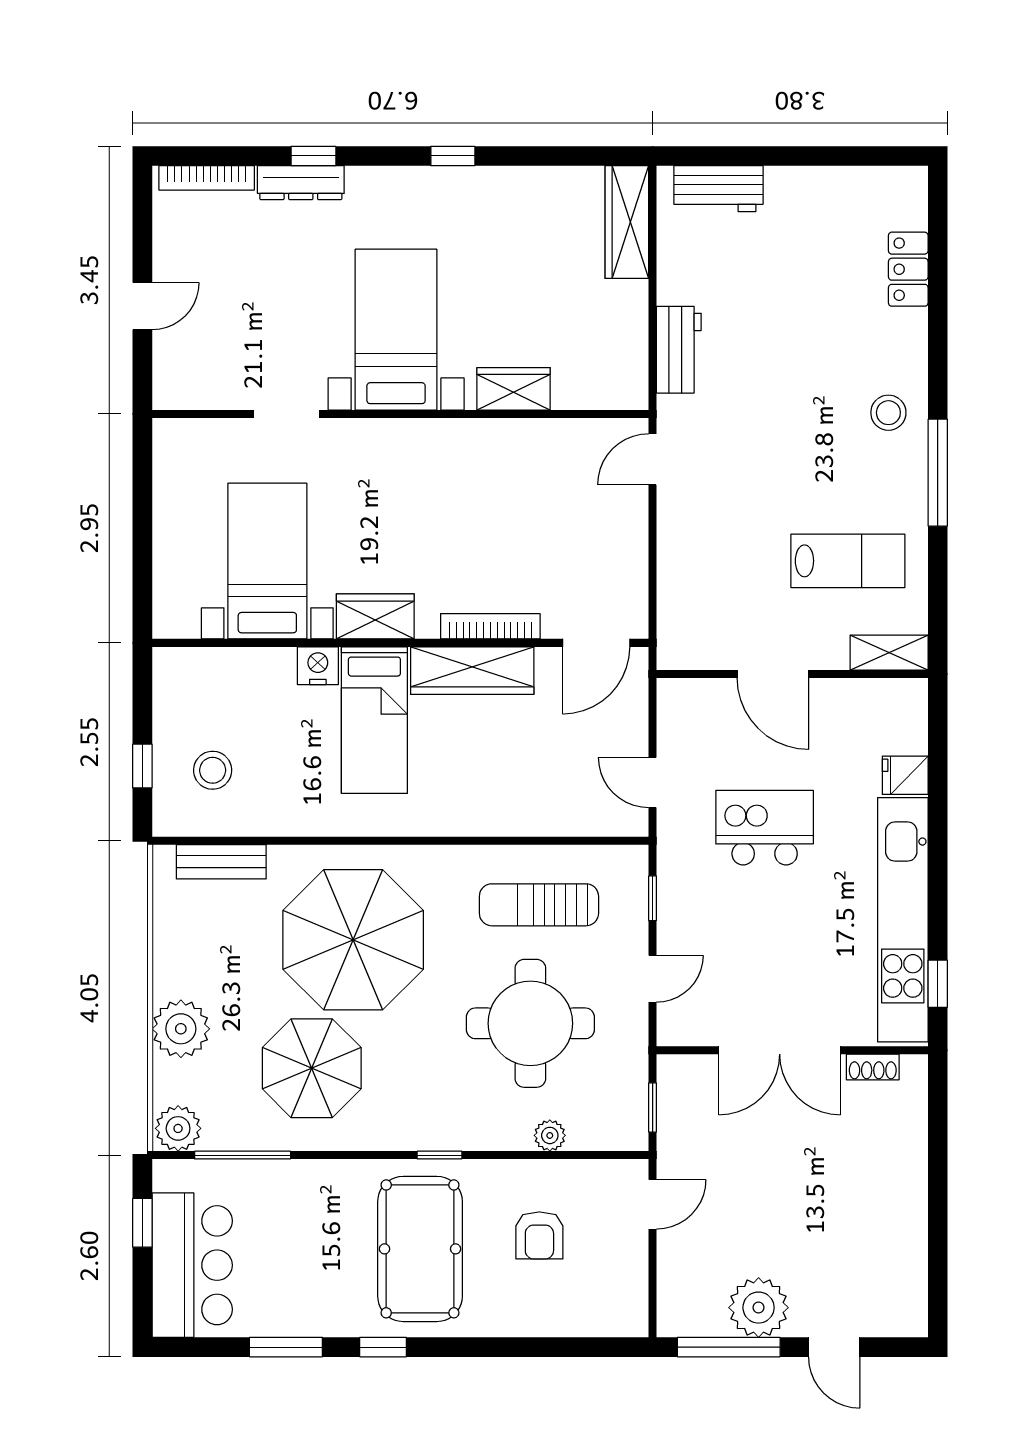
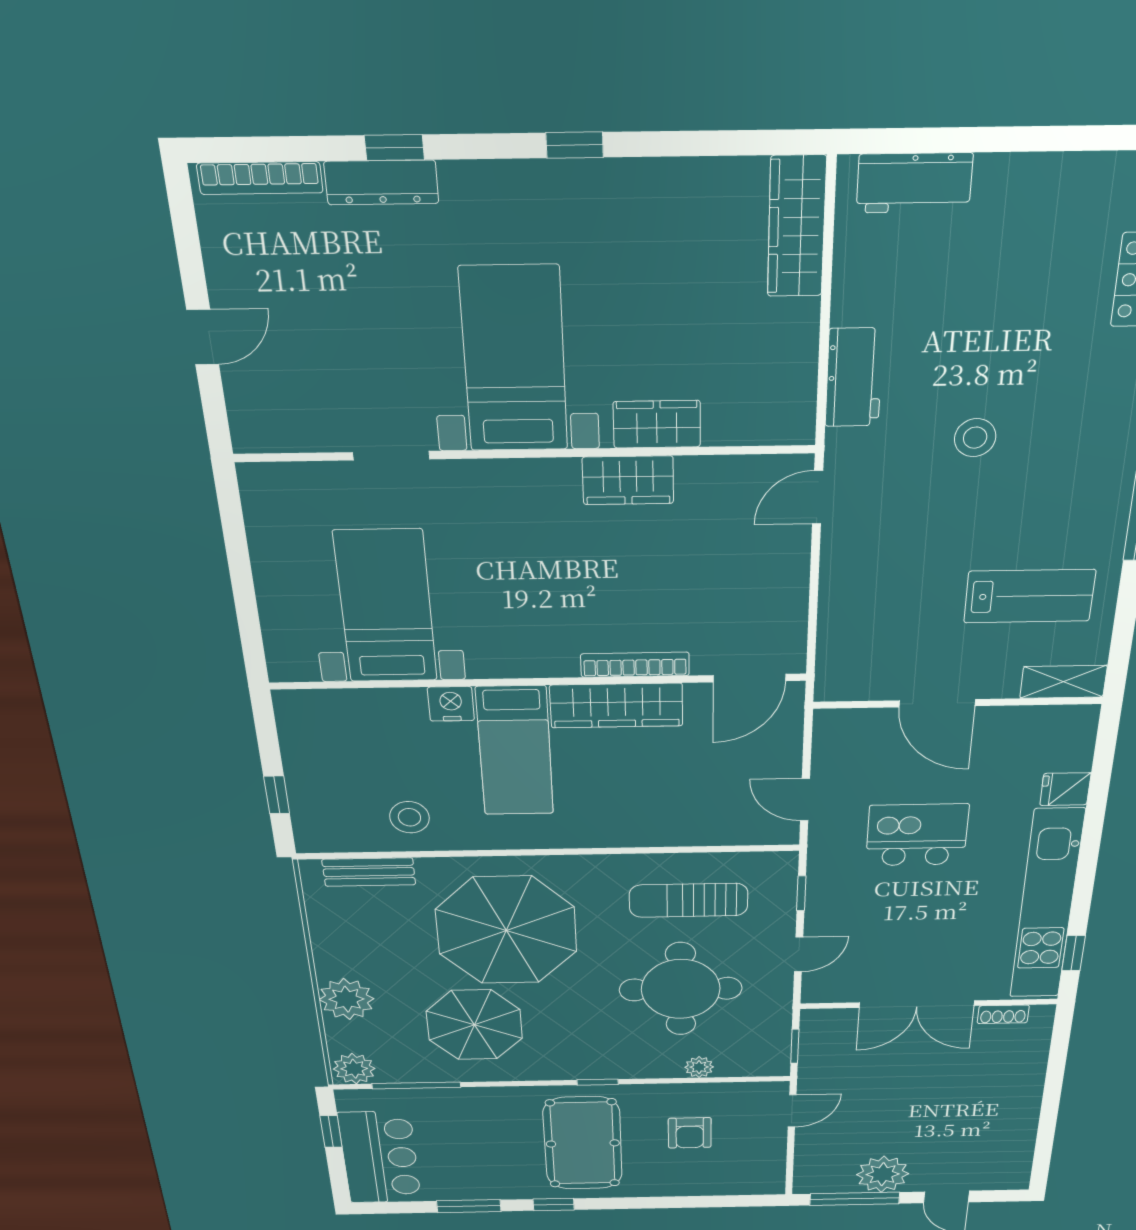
stool: (888, 413) -> (975, 438), moved
wardrobe: (375, 616) -> (628, 480), moved, turned 180
stool: (213, 770) -> (409, 817), moved

